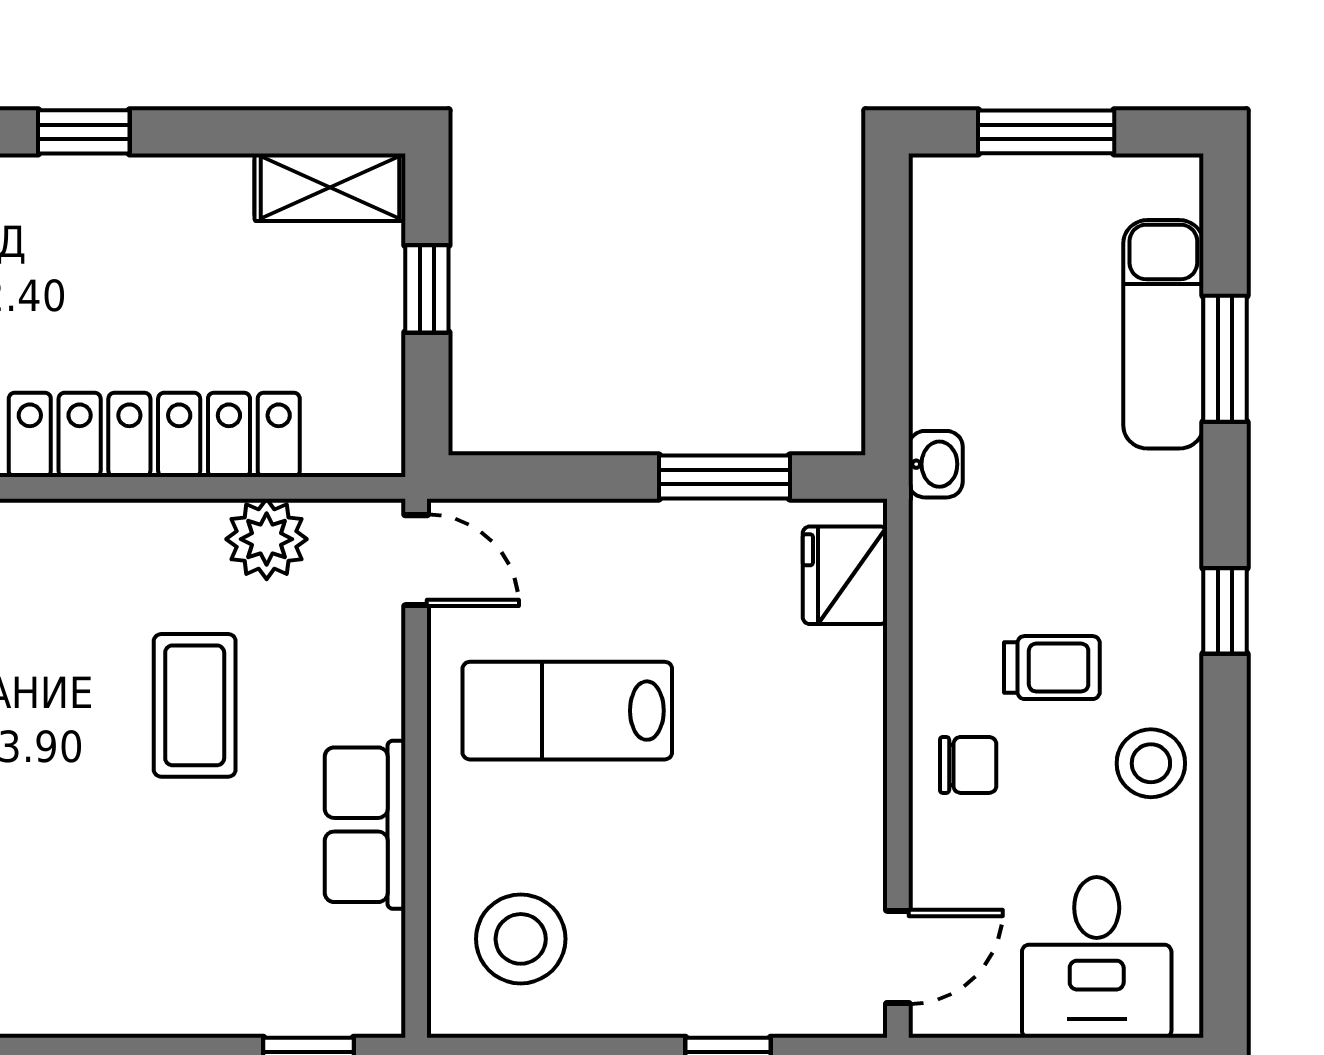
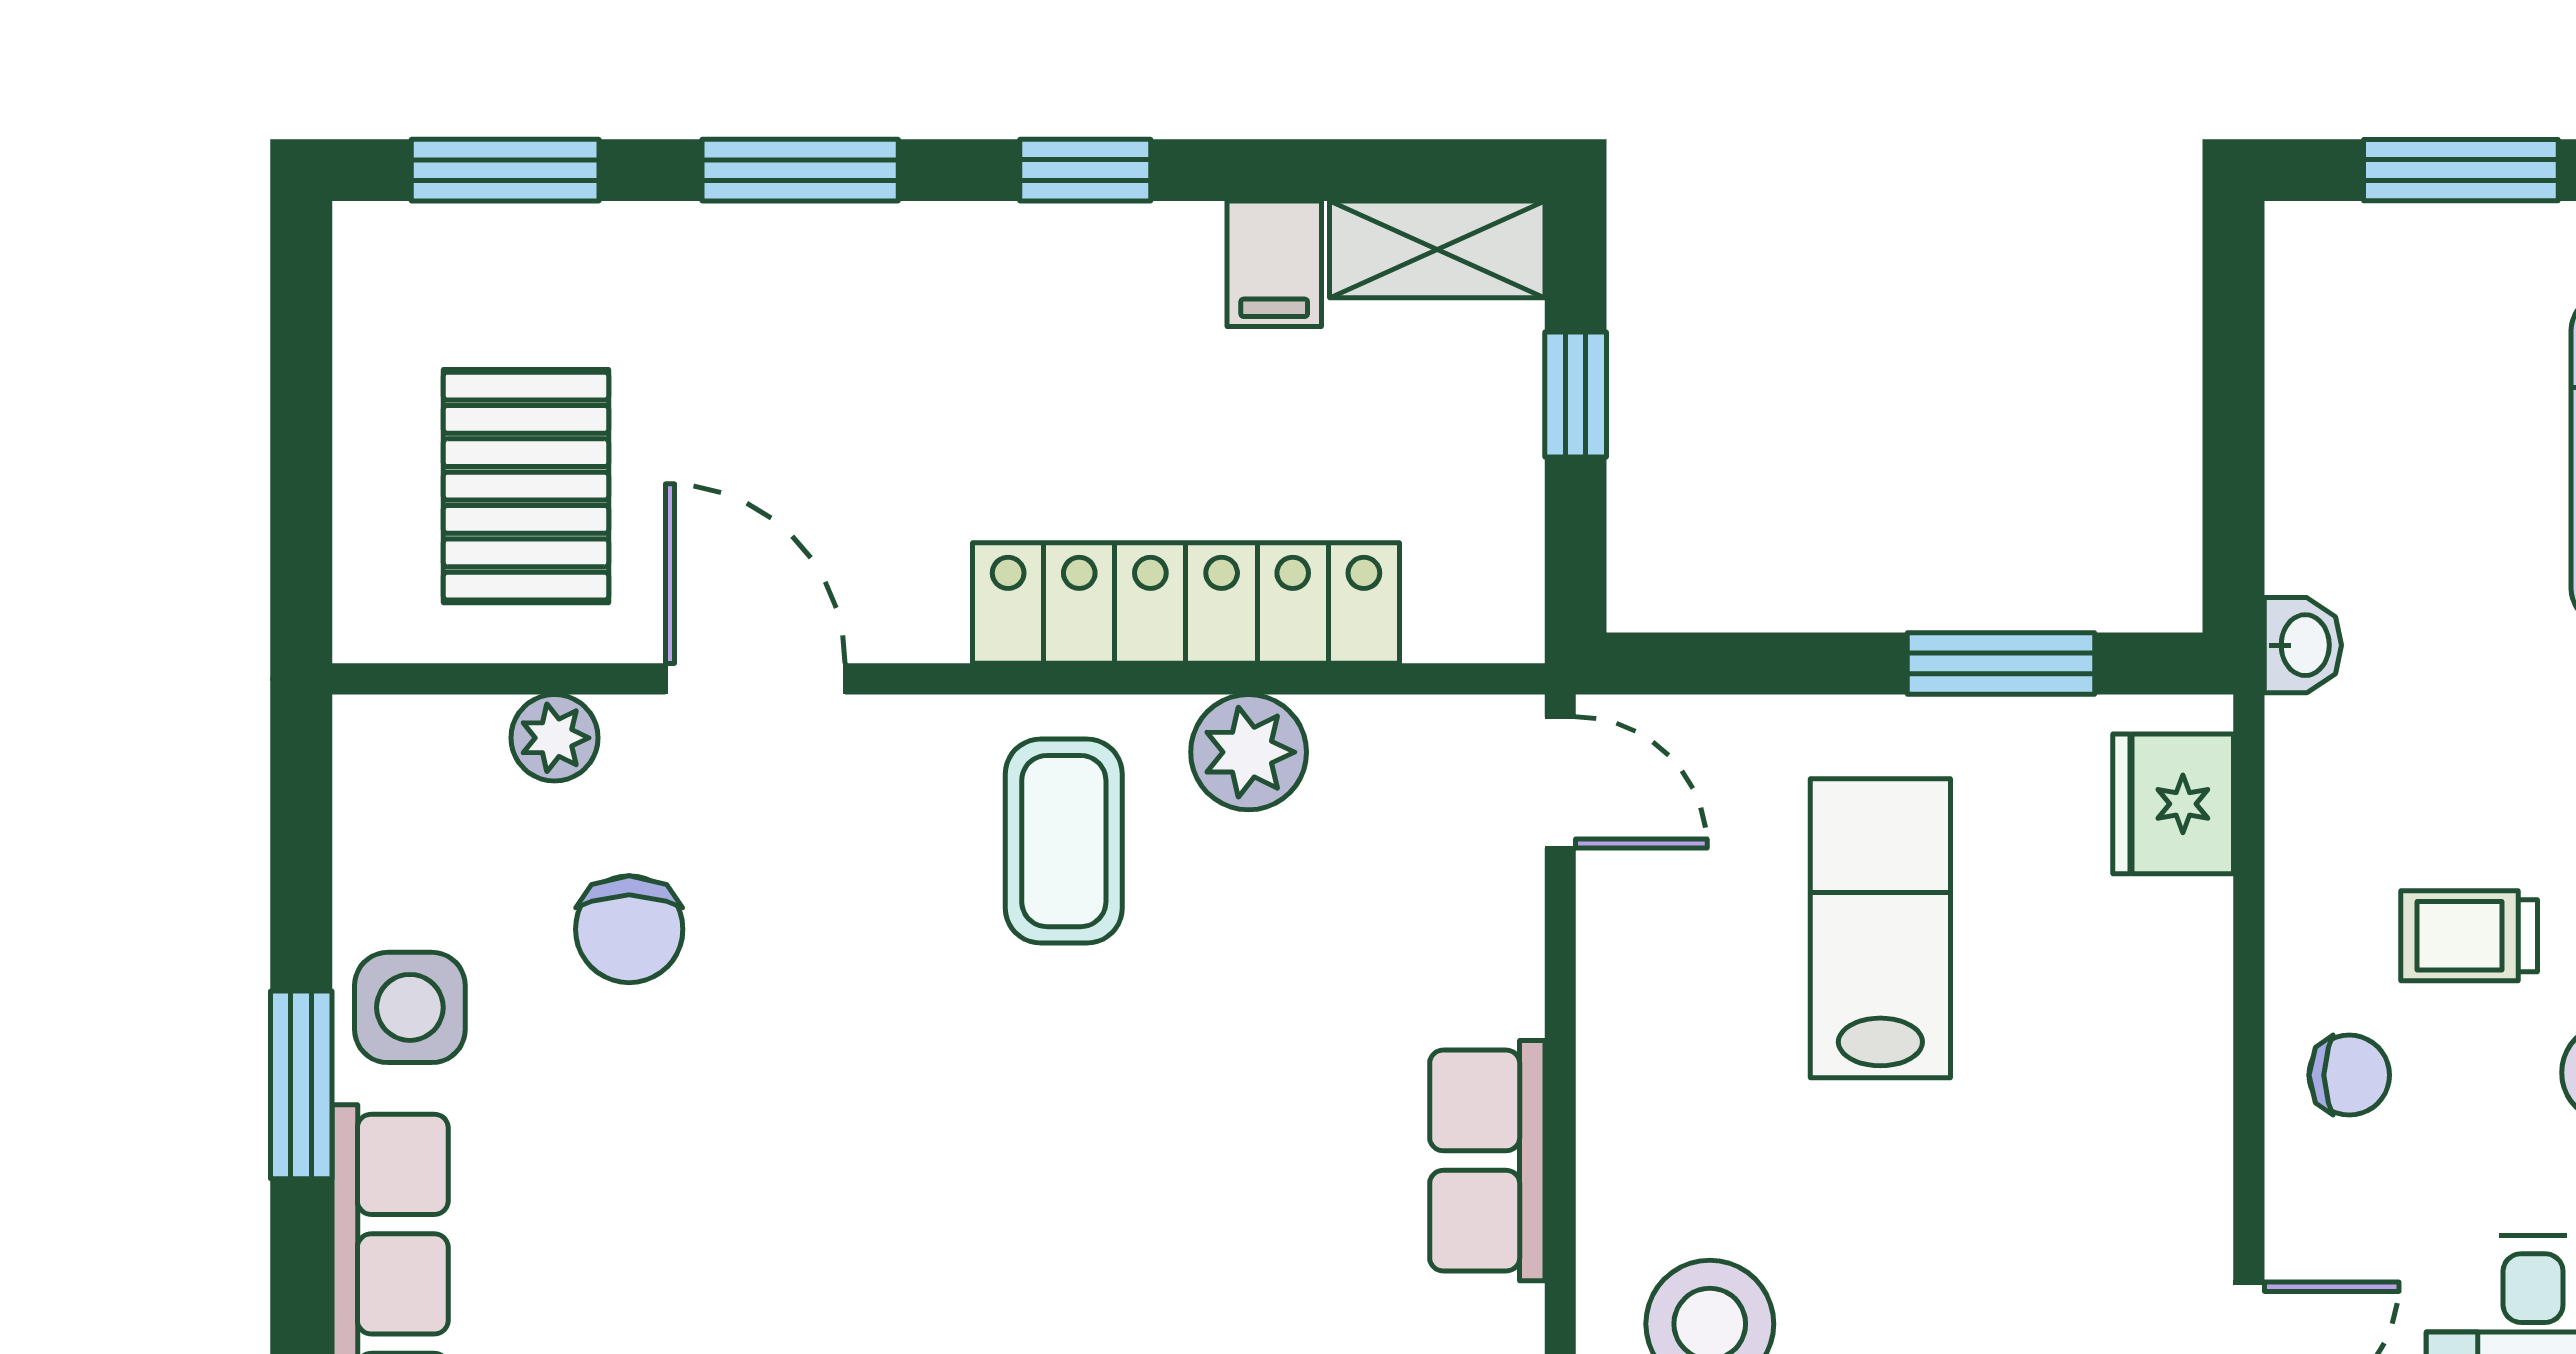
filing cabinet: (216, 197) -> (1274, 264), added
plant: (267, 539) -> (1249, 752), moved
trolley: (1052, 668) -> (2469, 936), turned 180
coffee table: (195, 705) -> (1064, 841), moved
lab bench: (567, 711) -> (1880, 928), moved, turned 90

